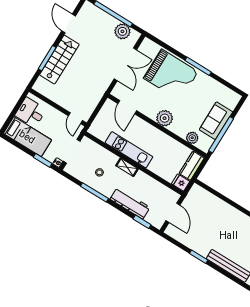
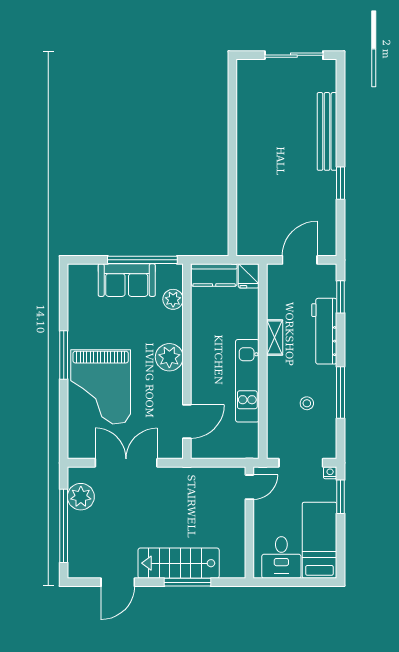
grand piano: (171, 75) -> (101, 387), turned 180
shelving: (127, 167) -> (275, 337), moved

